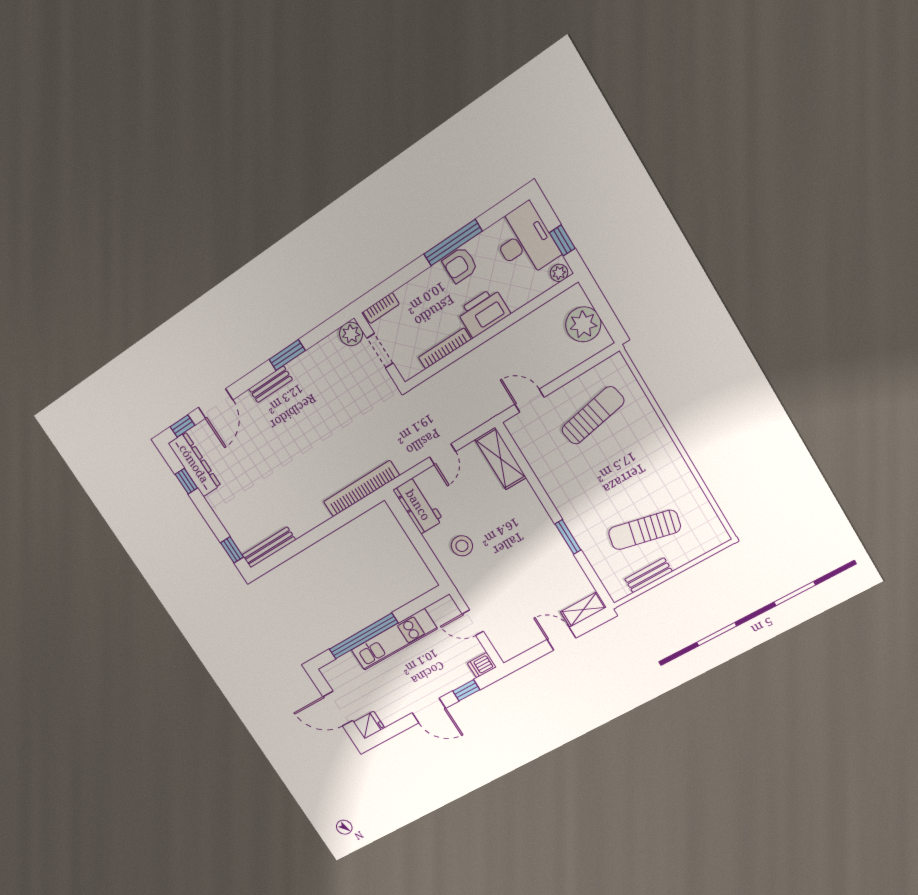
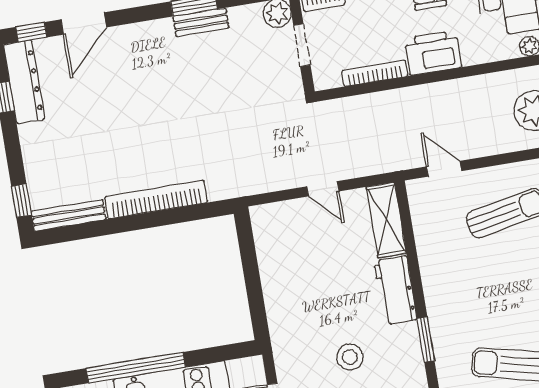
bench: (271, 384) -> (201, 22), moved
door: (443, 454) -> (323, 189), hinge flipped
bookcase: (361, 489) -> (156, 200), moved
workbench: (418, 505) -> (395, 290), moved, turned 180
stool: (462, 546) -> (350, 357), moved

